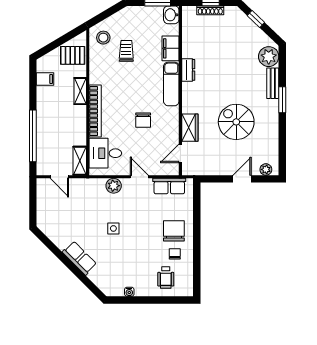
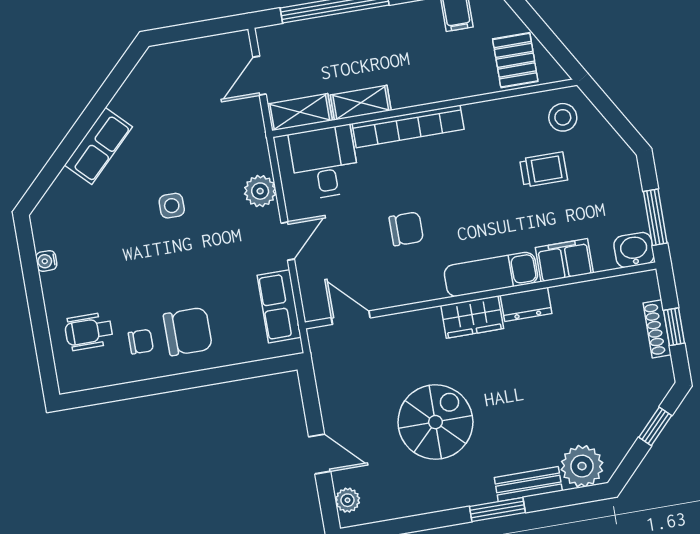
shelving: (80, 91) -> (361, 103), moved
chair: (143, 120) -> (406, 229), turned 180
wardrobe: (190, 128) -> (472, 317), moved

